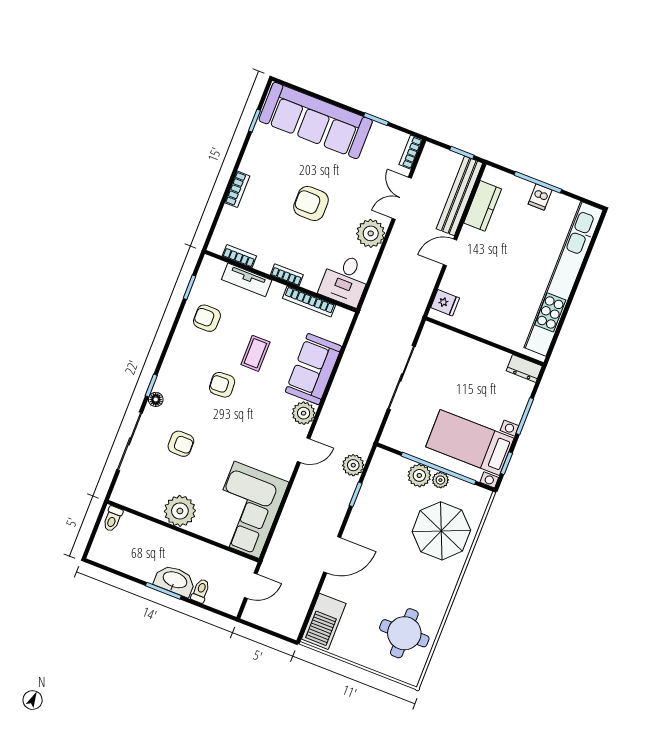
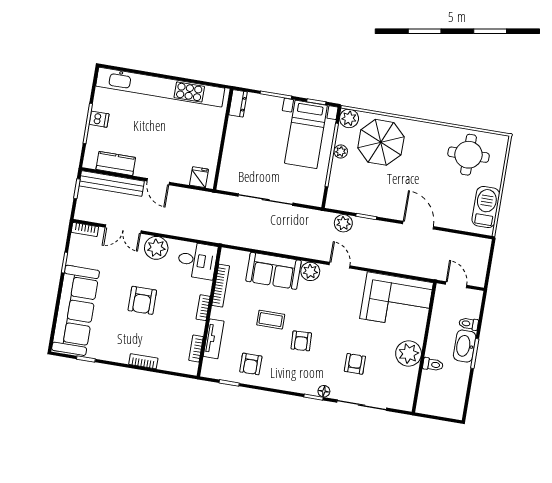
plant: (419, 475) -> (349, 118), moved
toilet: (113, 519) -> (433, 364), moved
barbecue: (324, 621) -> (486, 207), moved, turned -90

